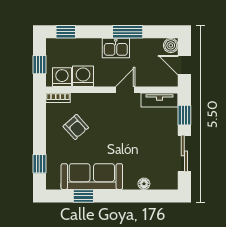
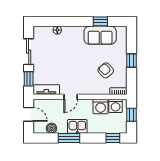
boiler: (171, 45) -> (52, 128), moved
window: (39, 164) -> (132, 61), moved
sofa: (92, 177) -> (100, 35), width x0.73

